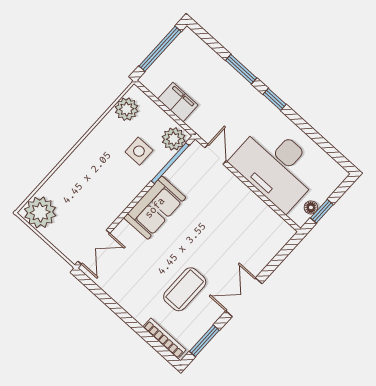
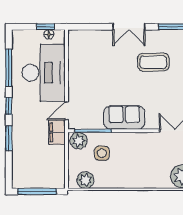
filing cabinet: (178, 102) -> (57, 132), moved
window: (314, 135) -> (9, 68), added

